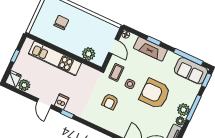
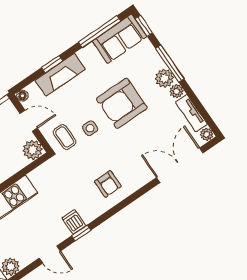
plant: (89, 54) -> (33, 150), moved
dishwasher: (62, 102) -> (74, 222), moved
armchair: (110, 102) -> (108, 184), moved

